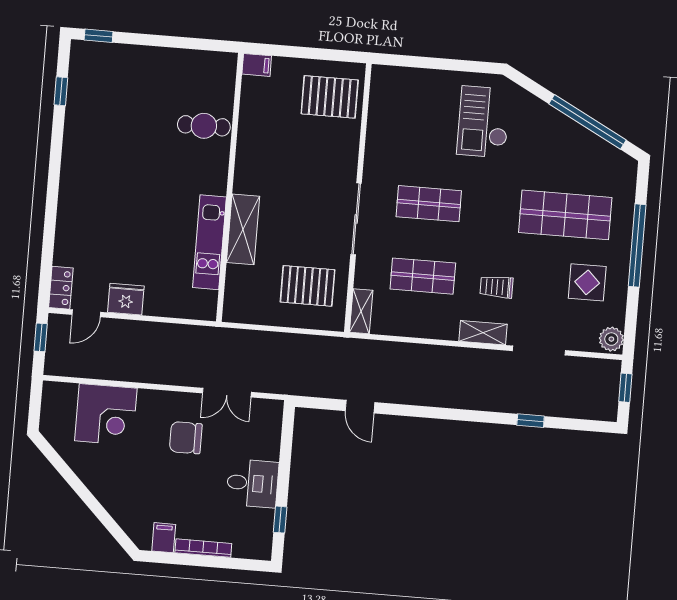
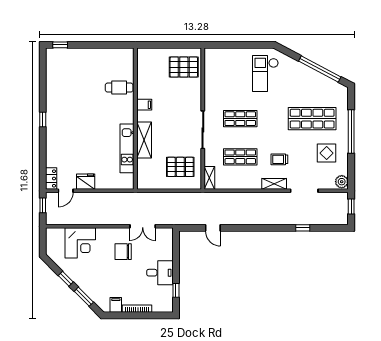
filing cabinet: (257, 65) -> (144, 105), moved
window: (61, 91) -> (43, 120), moved
window: (73, 480) -> (66, 279), added
window: (104, 517) -> (84, 297), added

